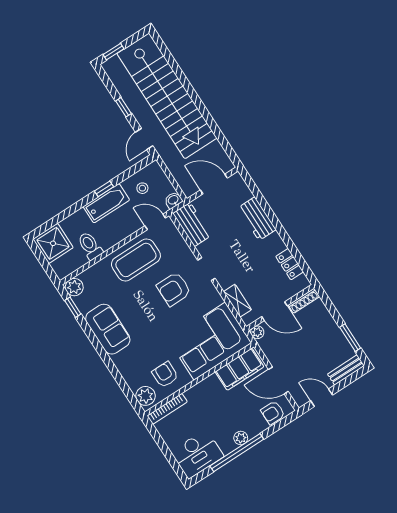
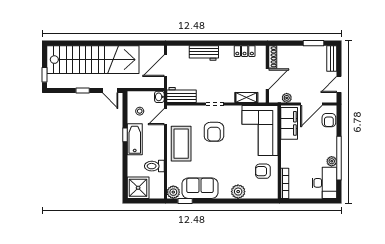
sofa: (108, 329) -> (200, 188), moved
plant: (257, 332) -> (287, 98), moved
plant: (146, 396) -> (238, 192), moved
plant: (241, 438) -> (332, 161), moved

